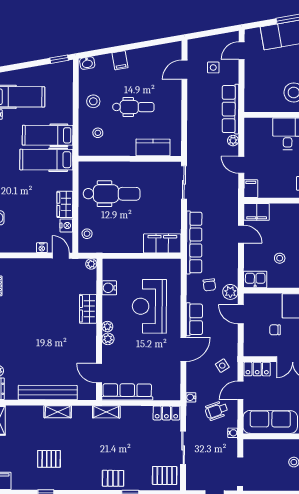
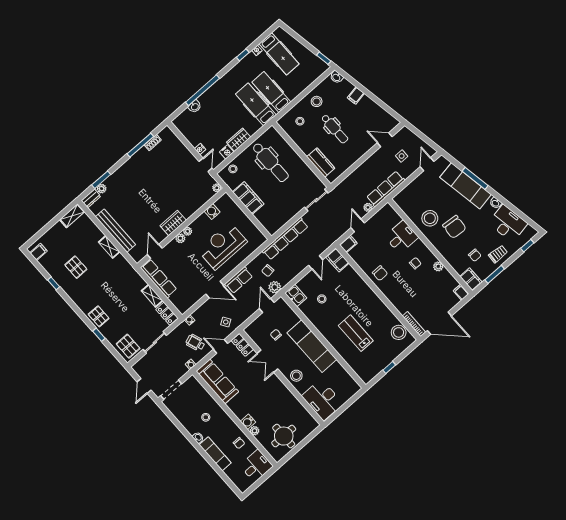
door: (242, 51) -> (427, 164), hinge flipped
filing cabinet: (162, 243) -> (248, 198), moved
wardrobe: (88, 309) -> (173, 223), moved
shelving: (106, 412) -> (152, 296), moved

